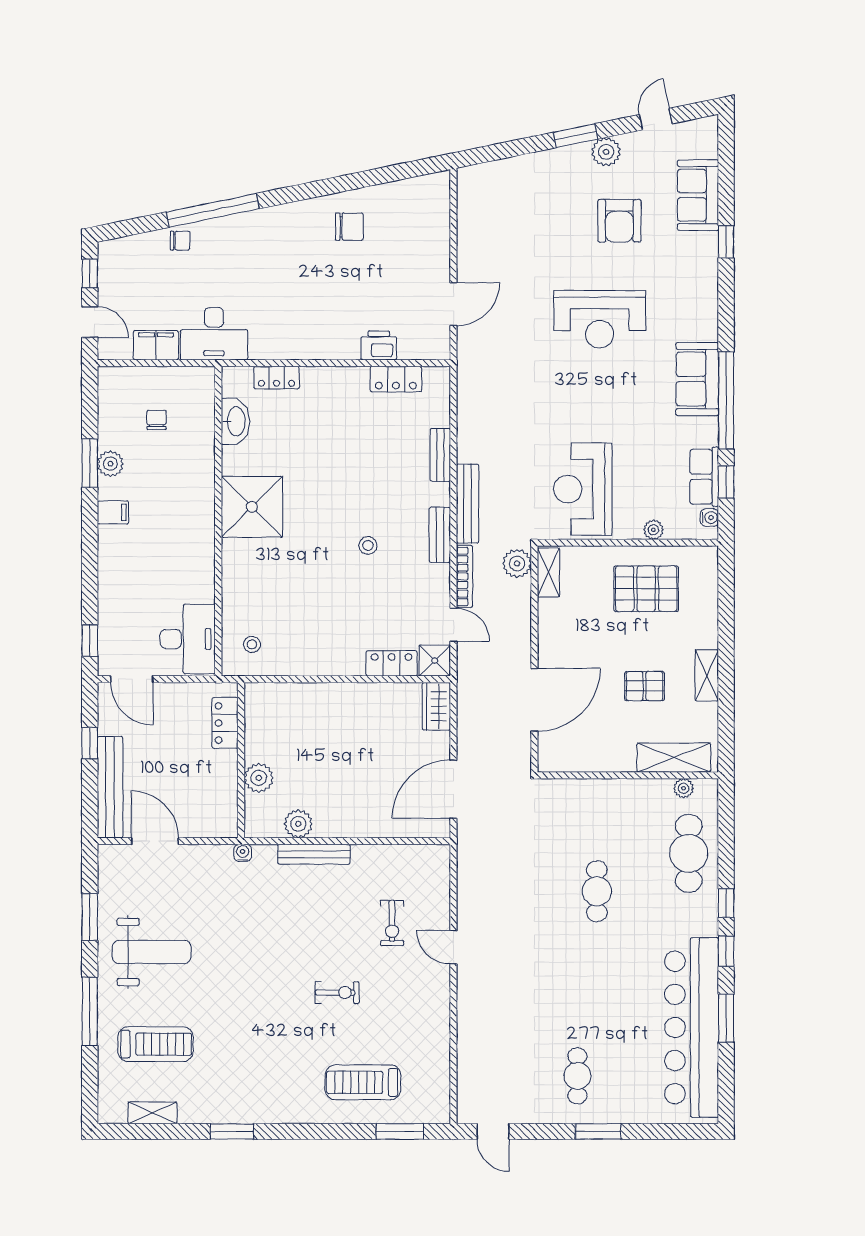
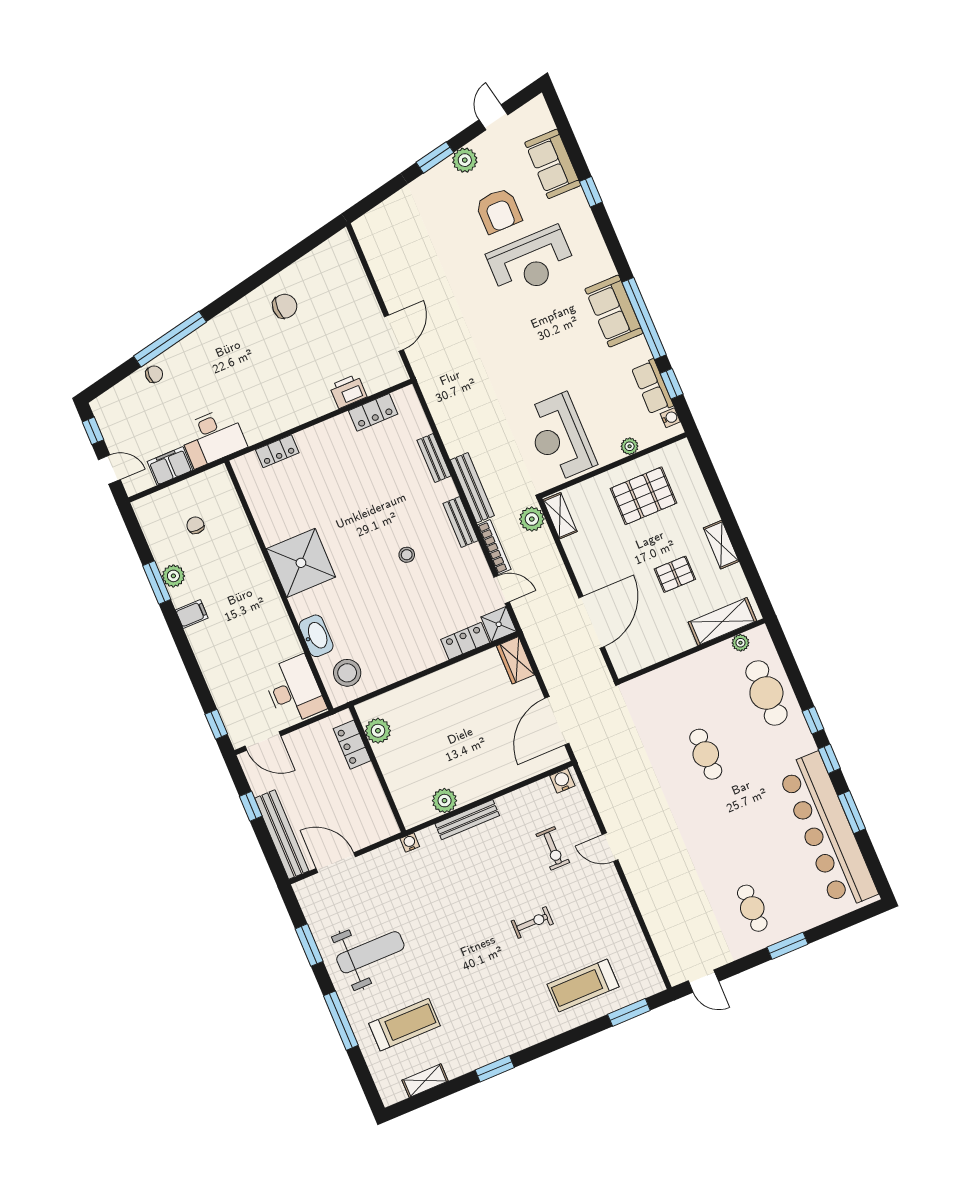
reception desk: (600, 319) -> (531, 262), moved
washbasin: (235, 421) -> (316, 636), moved
stool: (252, 644) -> (347, 673), width x1.89, depth x1.89
plant: (259, 778) -> (378, 731), moved
water cooler: (432, 855) -> (562, 781), added

